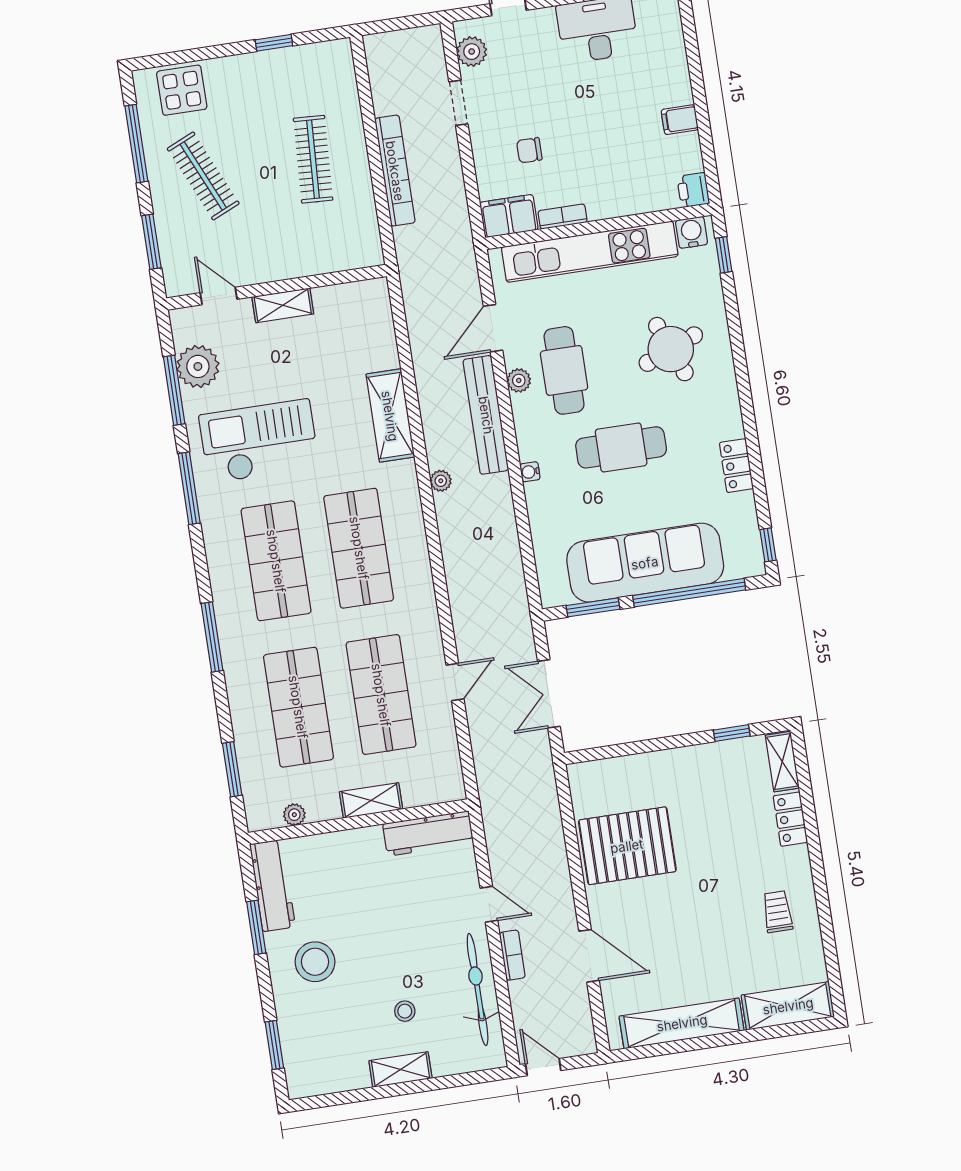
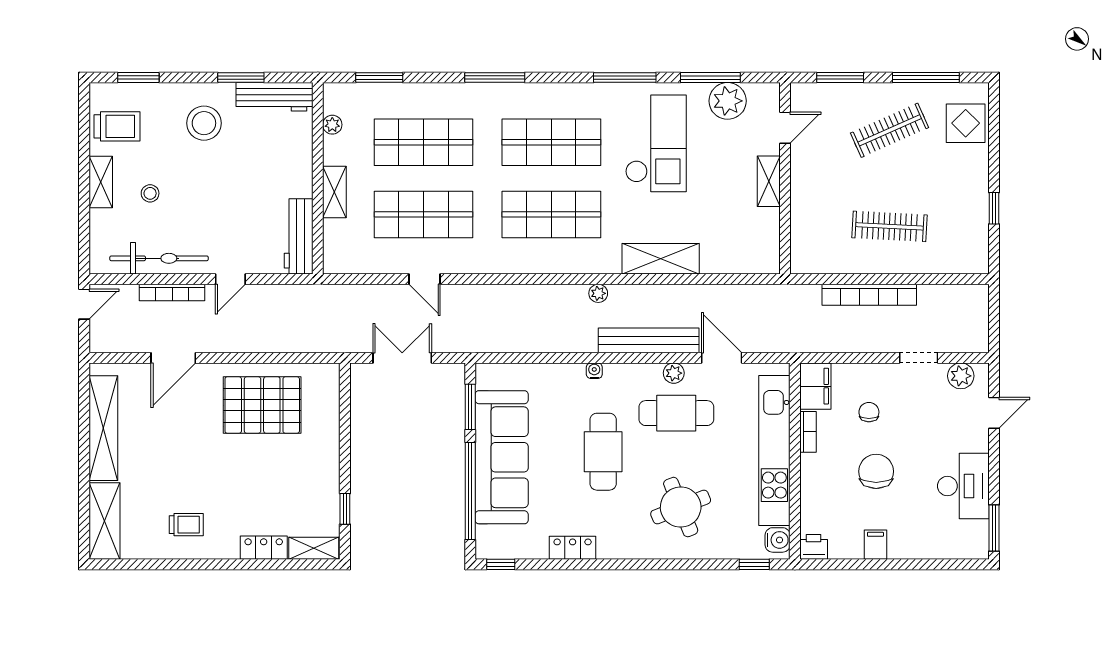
chair: (596, 132) -> (876, 471), added
pallet: (627, 846) -> (262, 405), turned 90
bookcase: (512, 955) -> (172, 292), width x1.56
trolley: (334, 1061) -> (117, 126), added

